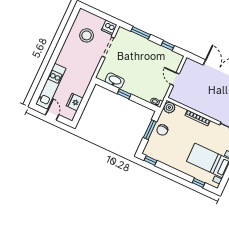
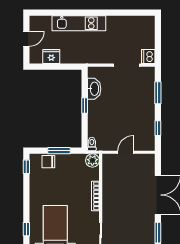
stool: (87, 35) -> (128, 36), removed
kitchen unit: (51, 86) -> (79, 23), moved
chair: (162, 130) -> (48, 162), moved

